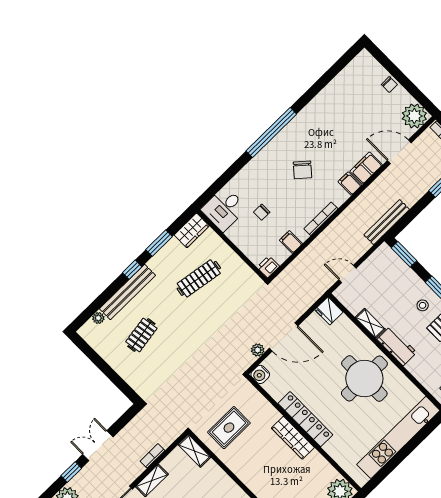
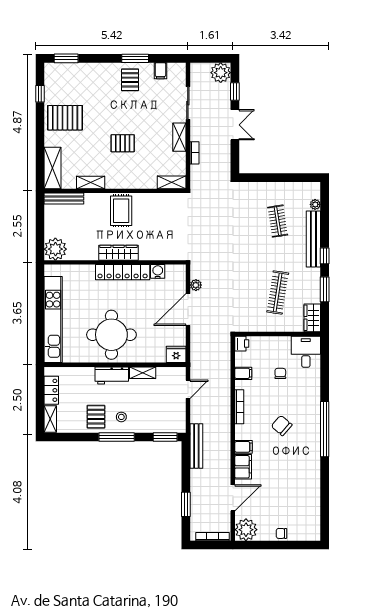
water cooler: (260, 374) -> (158, 271), moved
rug: (229, 428) -> (121, 211), moved

